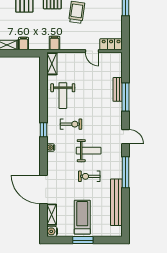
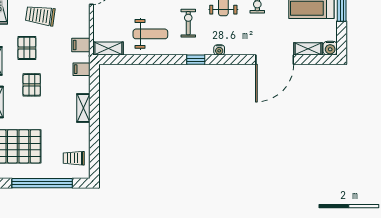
filing cabinet: (24, 44) -> (82, 69), moved

